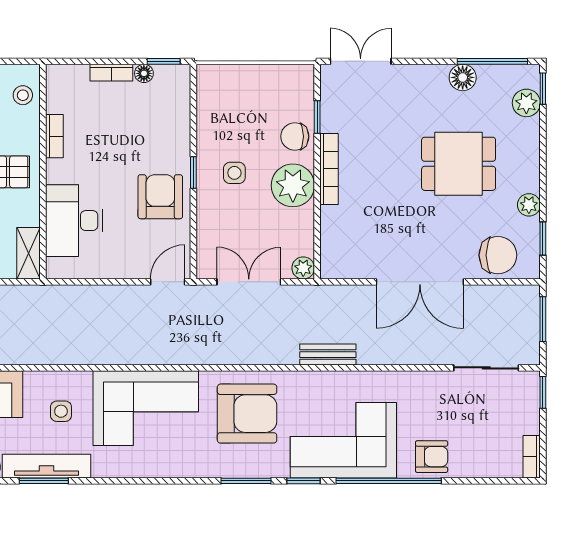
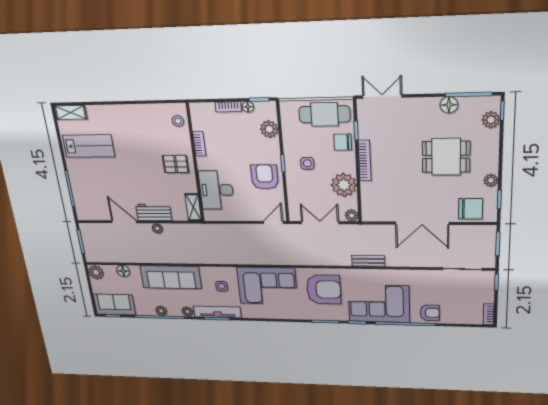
cafe table: (268, 89) -> (325, 114), added
plant: (176, 112) -> (269, 129), added
plant: (293, 185) -> (344, 185), moved

